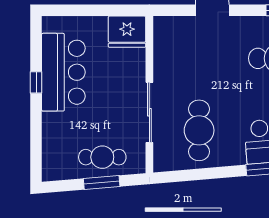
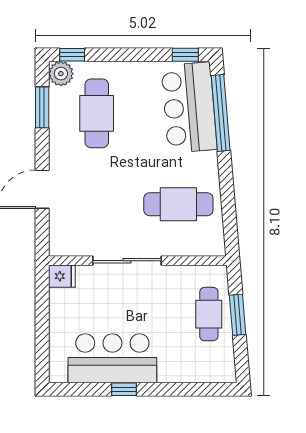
fridge: (127, 32) -> (62, 276), width x0.53, depth x0.75
sliding door: (149, 112) -> (127, 261), moved

